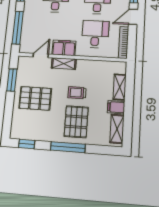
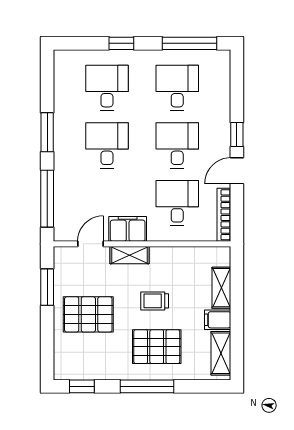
pallet: (76, 122) -> (157, 347), turned 90

